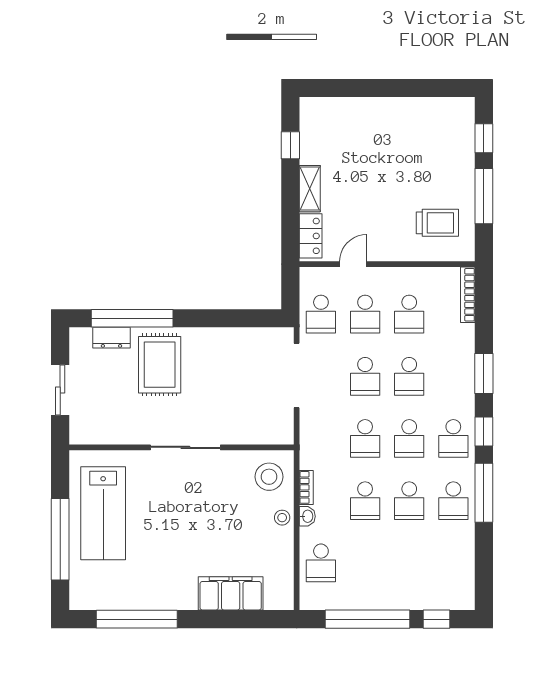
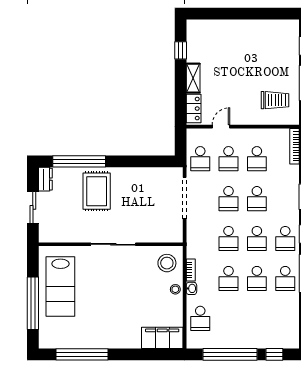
dresser: (111, 338) -> (45, 179), moved, turned -90
filing cabinet: (231, 593) -> (162, 338), moved

